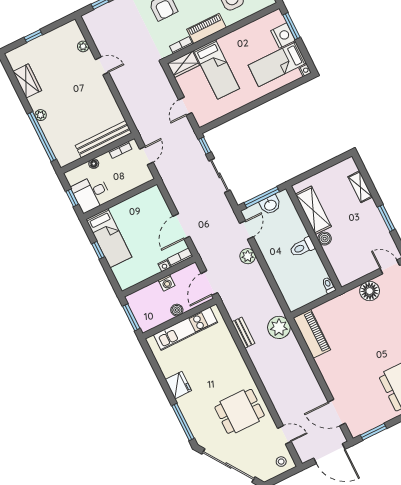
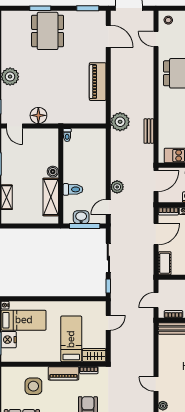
cot: (157, 200) -> (165, 263), added
toilet: (302, 247) -> (73, 189), moved
piano: (312, 334) -> (98, 82), moved

